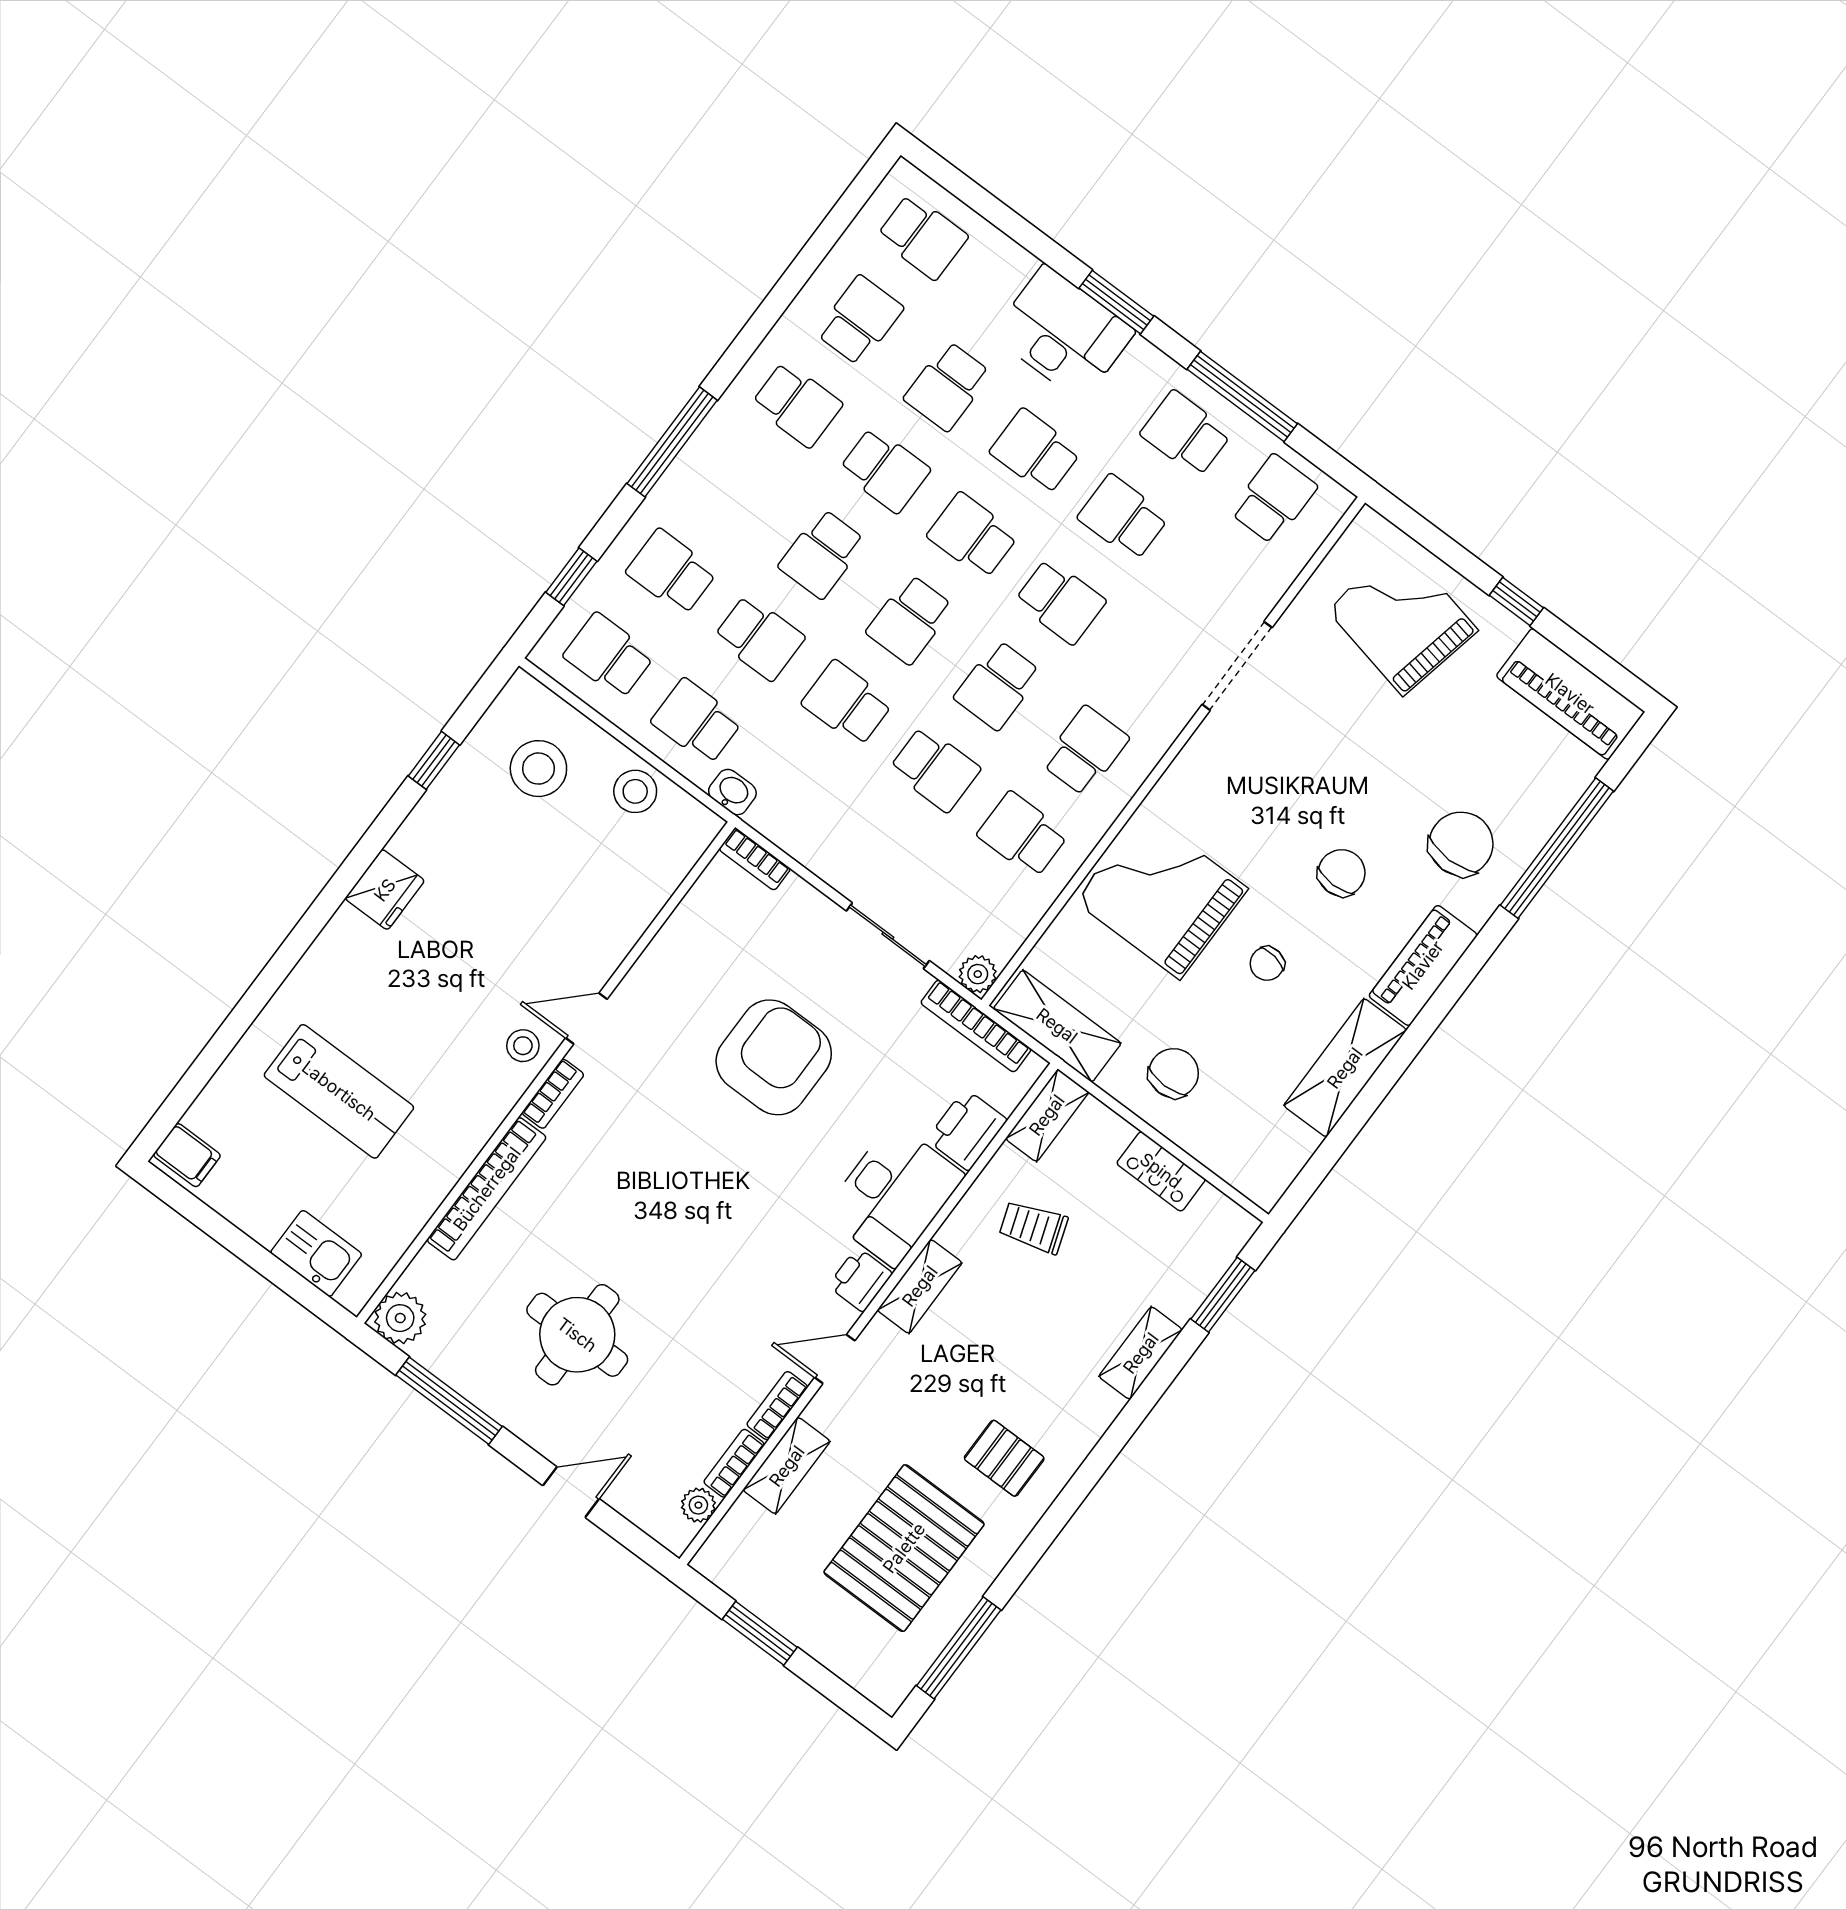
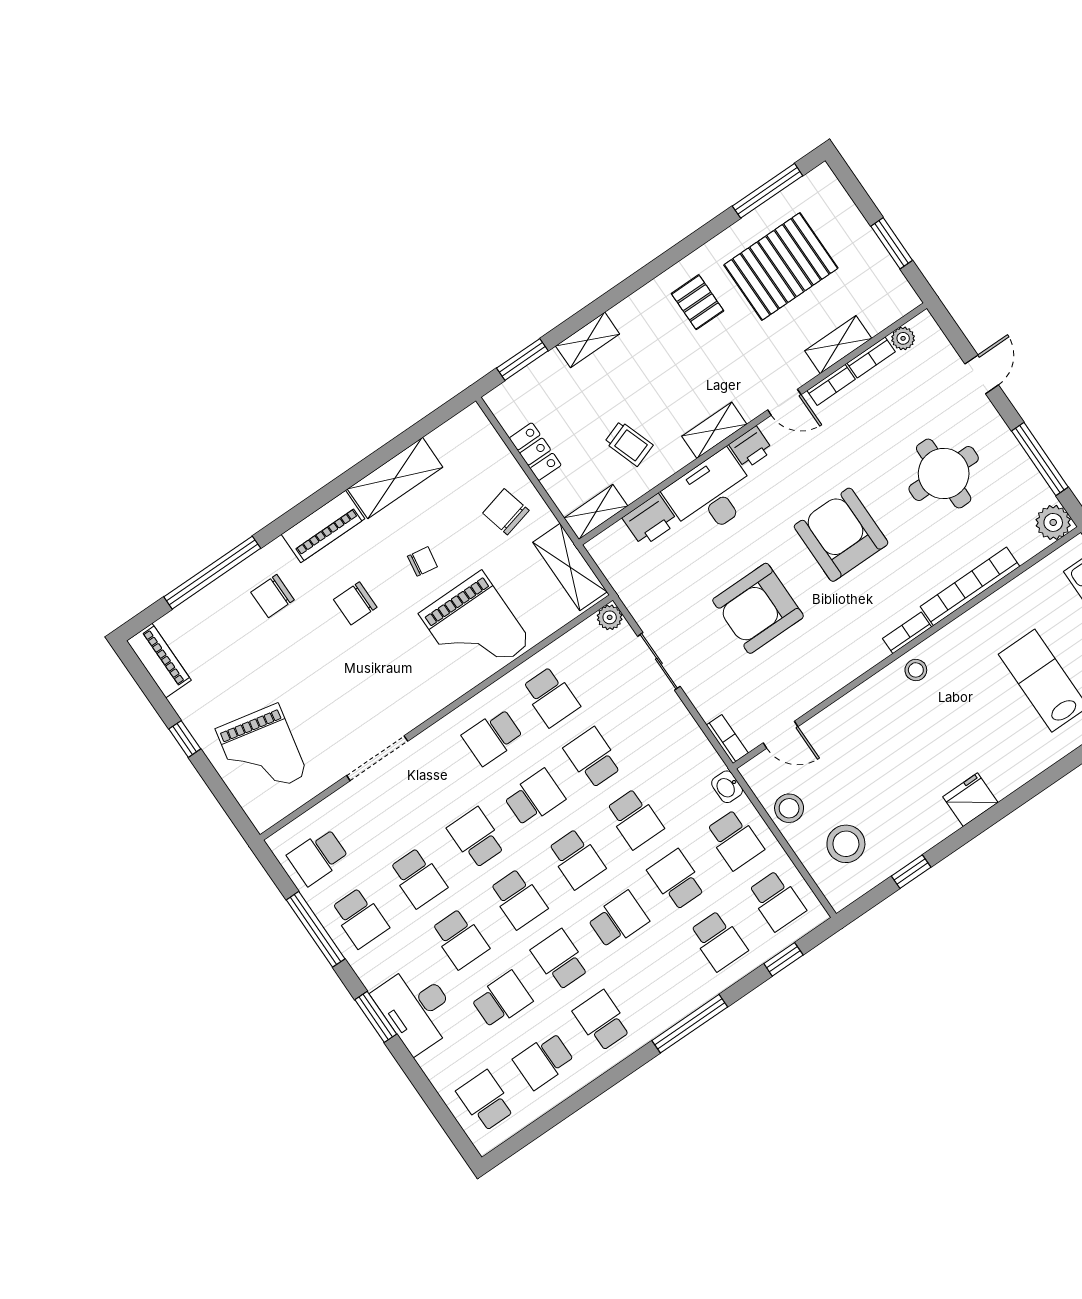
school desk: (910, 619) -> (576, 859), turned 90
piano: (1570, 694) -> (159, 661), width x0.73, depth x0.75
chair: (1461, 844) -> (273, 596), width x0.73, depth x0.73
door: (586, 1019) -> (781, 735), moved
bookcase: (976, 1026) -> (622, 585), removed
chair: (1174, 1073) -> (506, 512), turned 76
armchair: (692, 1200) -> (841, 535), added
door: (571, 1492) -> (982, 374), swing flipped

